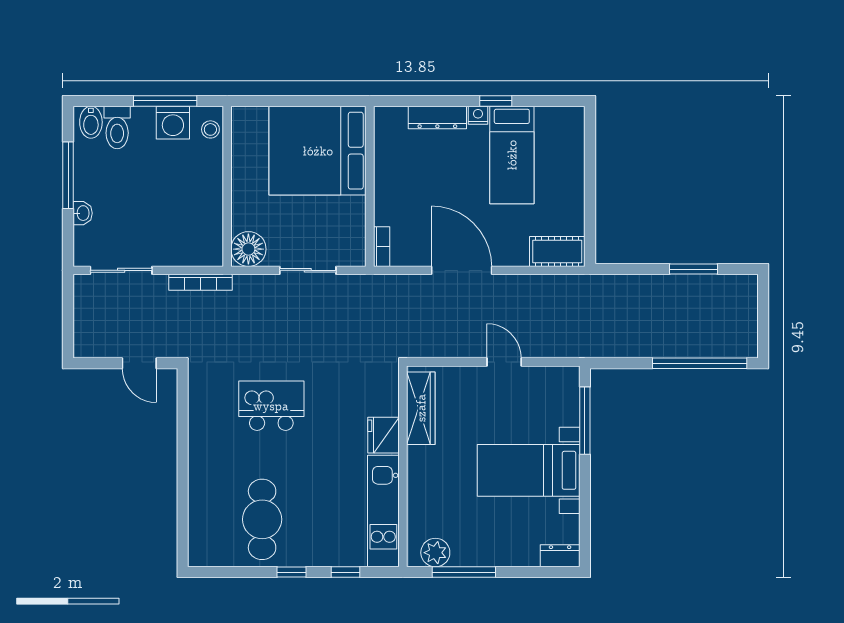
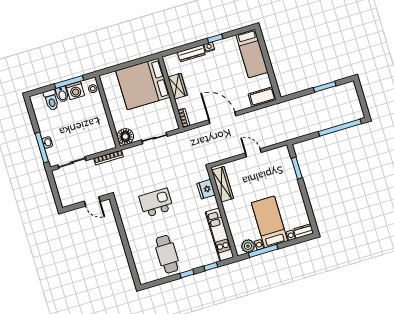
bidet: (91, 122) -> (62, 94), moved
bed: (512, 155) -> (252, 54), moved
window: (68, 175) -> (42, 148), moved
wardrobe: (388, 177) -> (178, 86), added
window: (585, 421) -> (297, 168), width x0.69
fridge: (383, 435) -> (206, 189), moved
bed with nightstands: (529, 470) -> (269, 222), moved, turned 90

